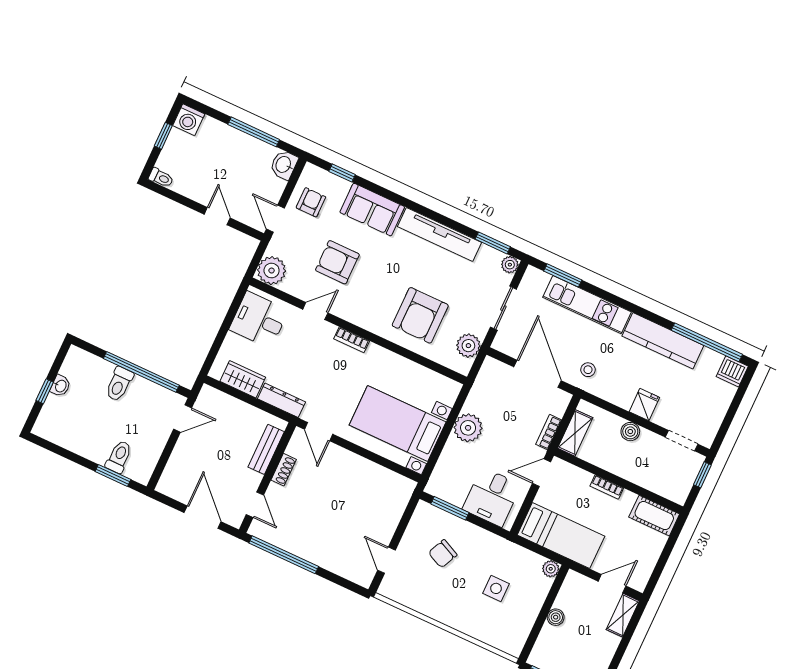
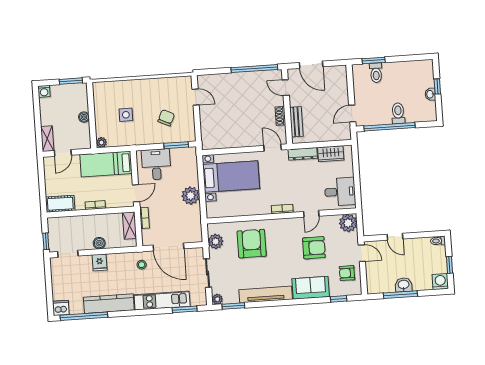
washbasin: (284, 165) -> (404, 285), moved, turned -90
armchair: (311, 202) -> (347, 273), turned 90

